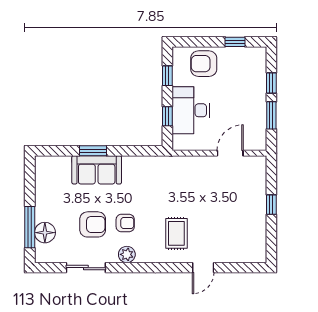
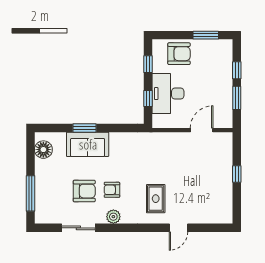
window: (235, 42) -> (206, 35), width x1.50
armchair: (204, 64) -> (179, 54), turned 180
armchair: (125, 223) -> (112, 190), turned 180
floor lamp: (45, 233) -> (43, 150), moved

